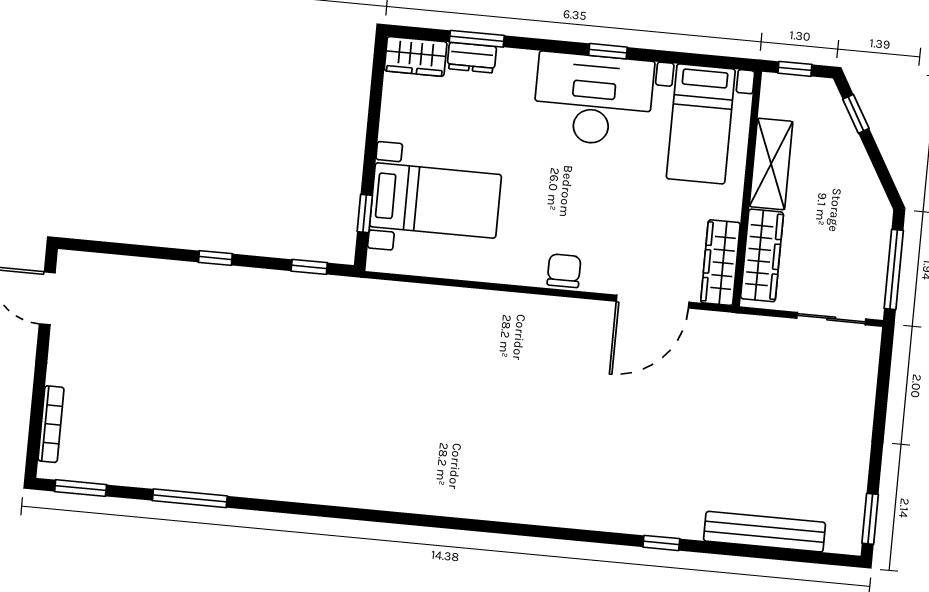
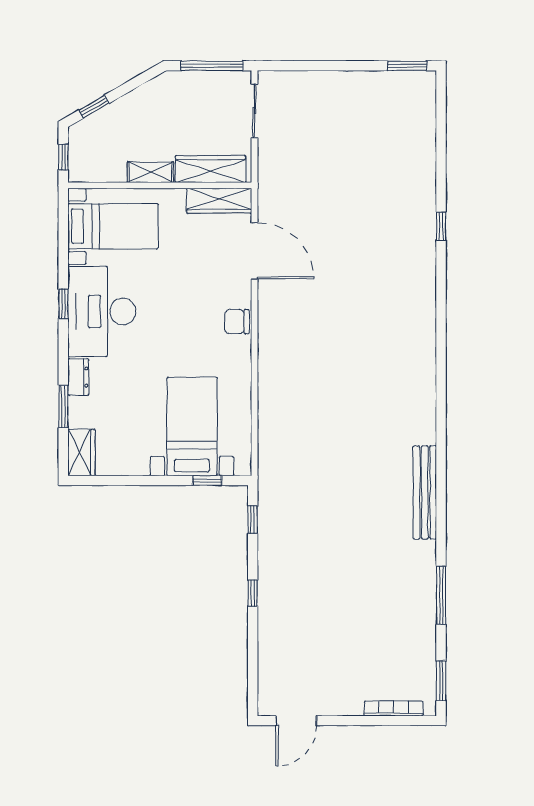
dresser: (472, 58) -> (78, 377), moved
shelving: (771, 164) -> (151, 172), width x0.67, depth x0.75
bench: (764, 532) -> (425, 492), moved

